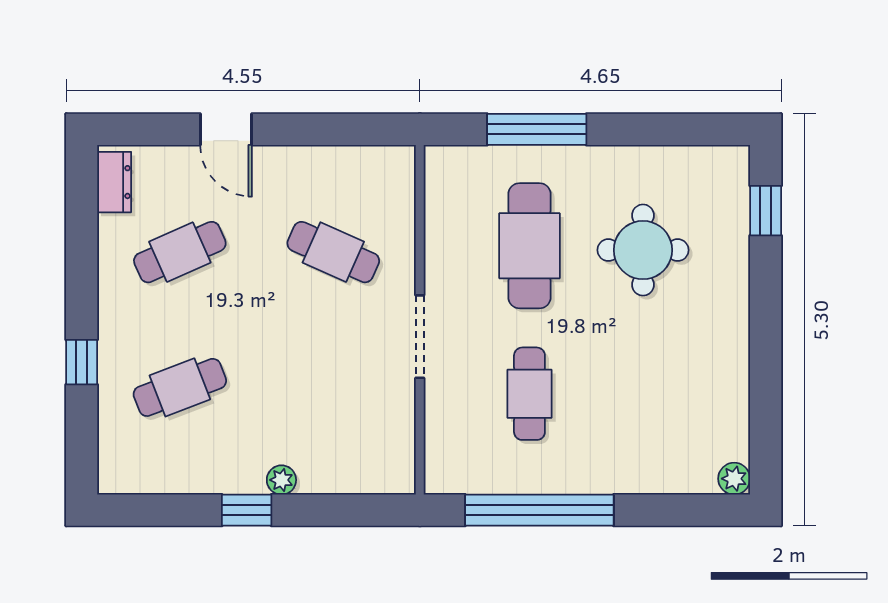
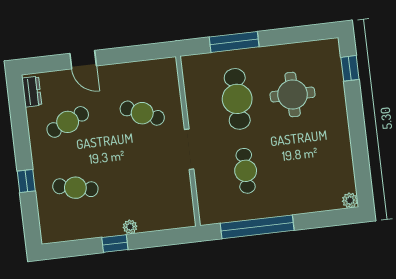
cafe table: (180, 387) -> (75, 188), turned 33

